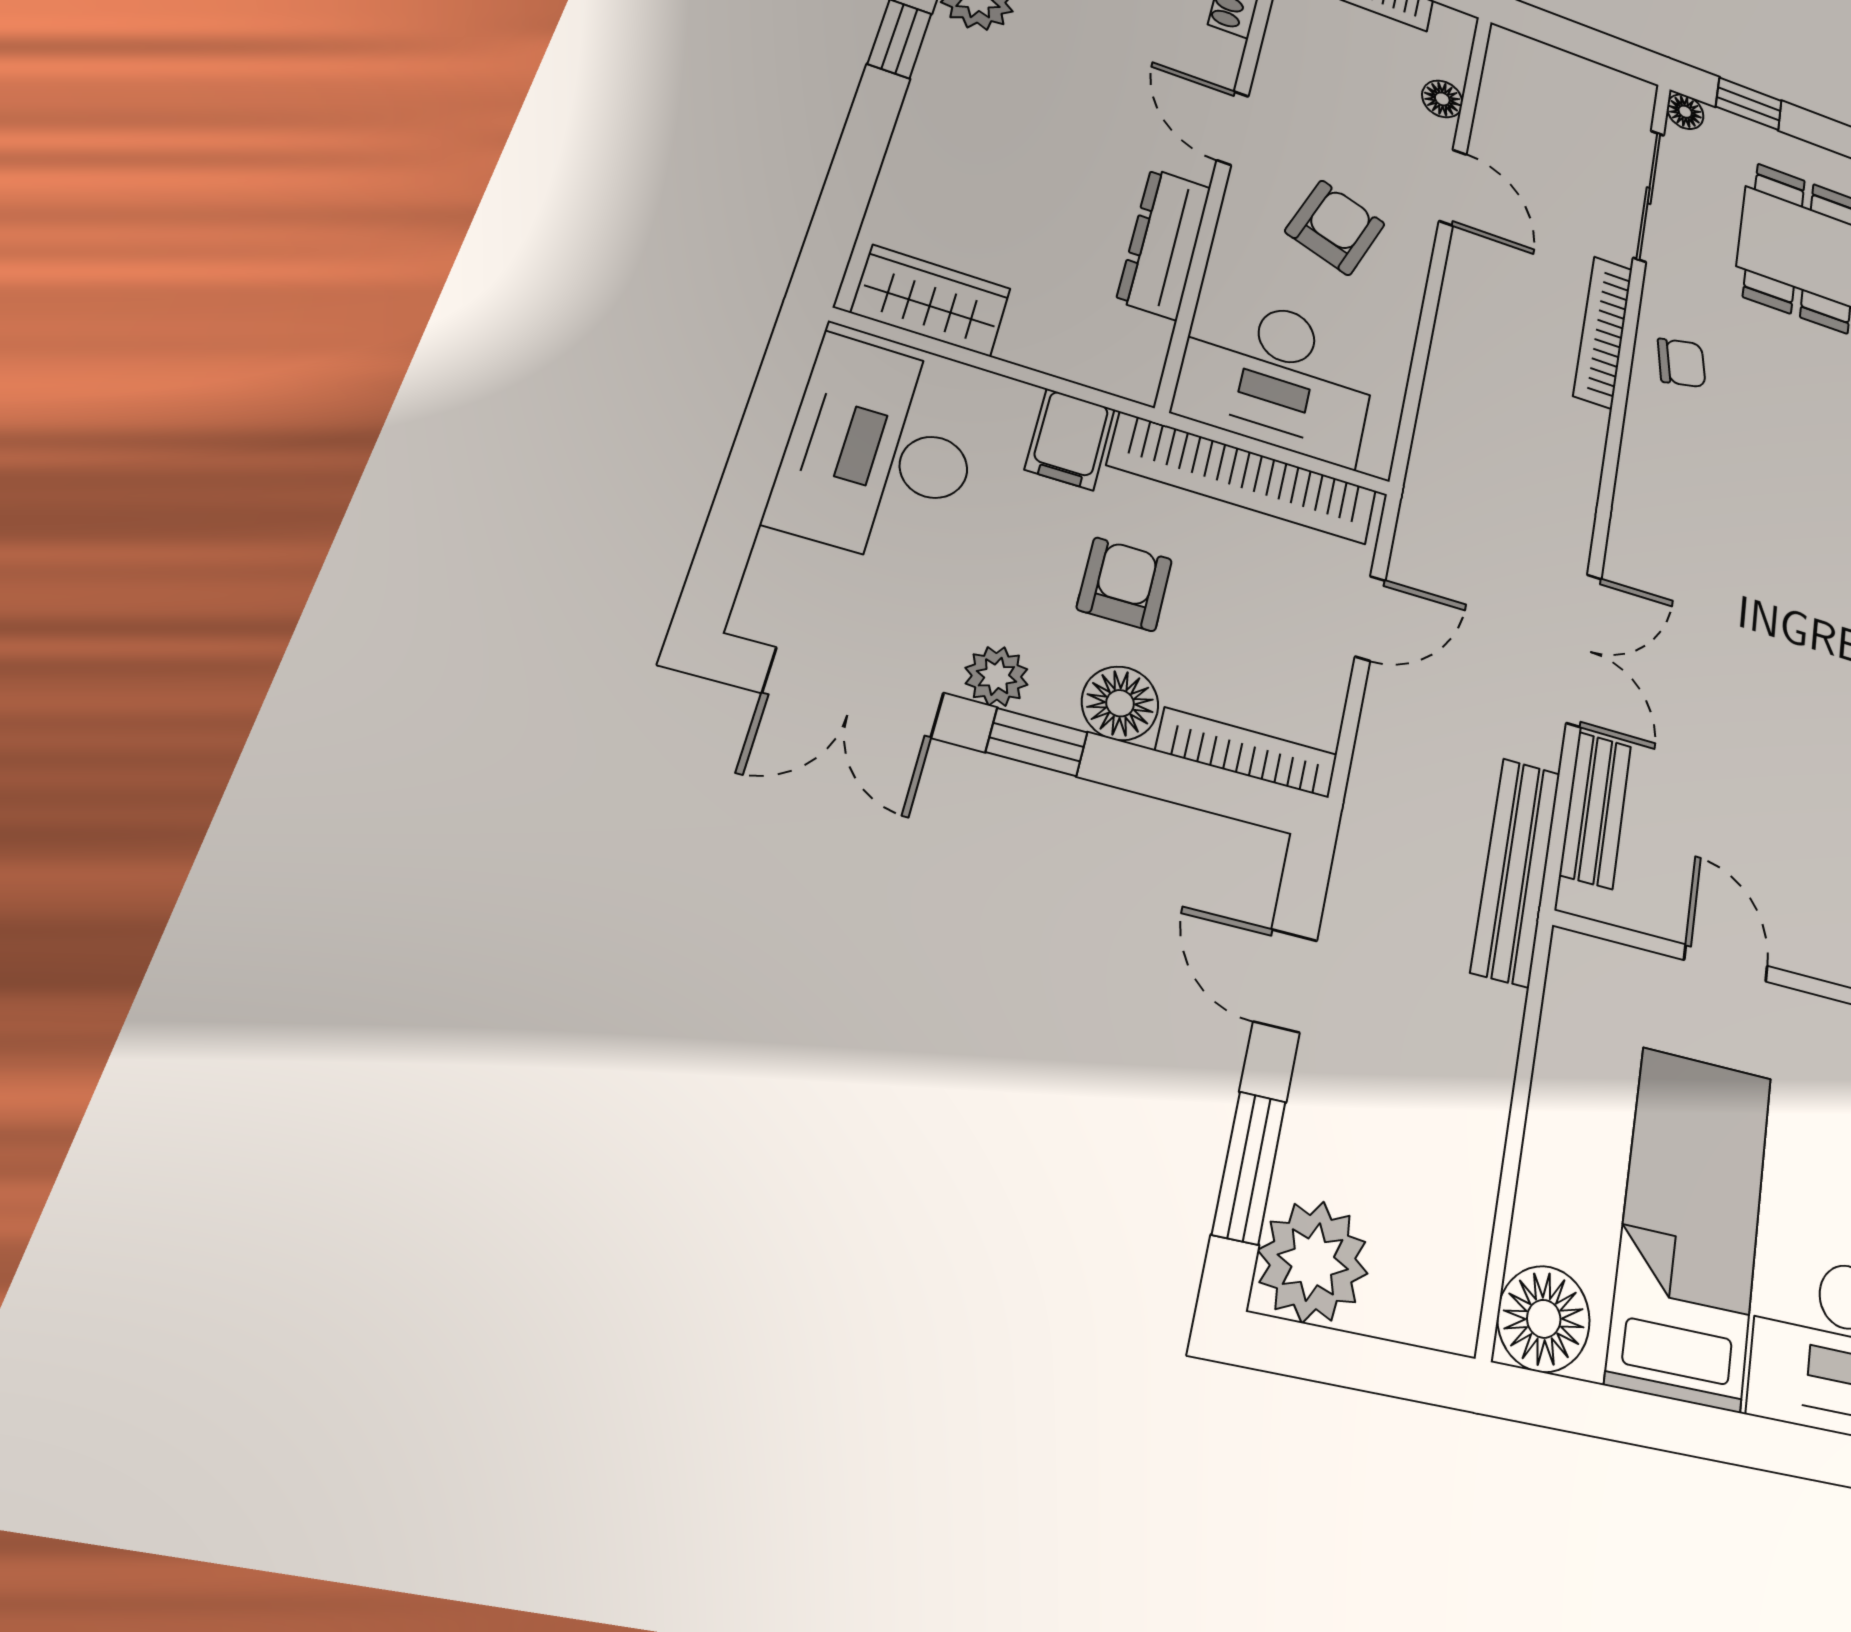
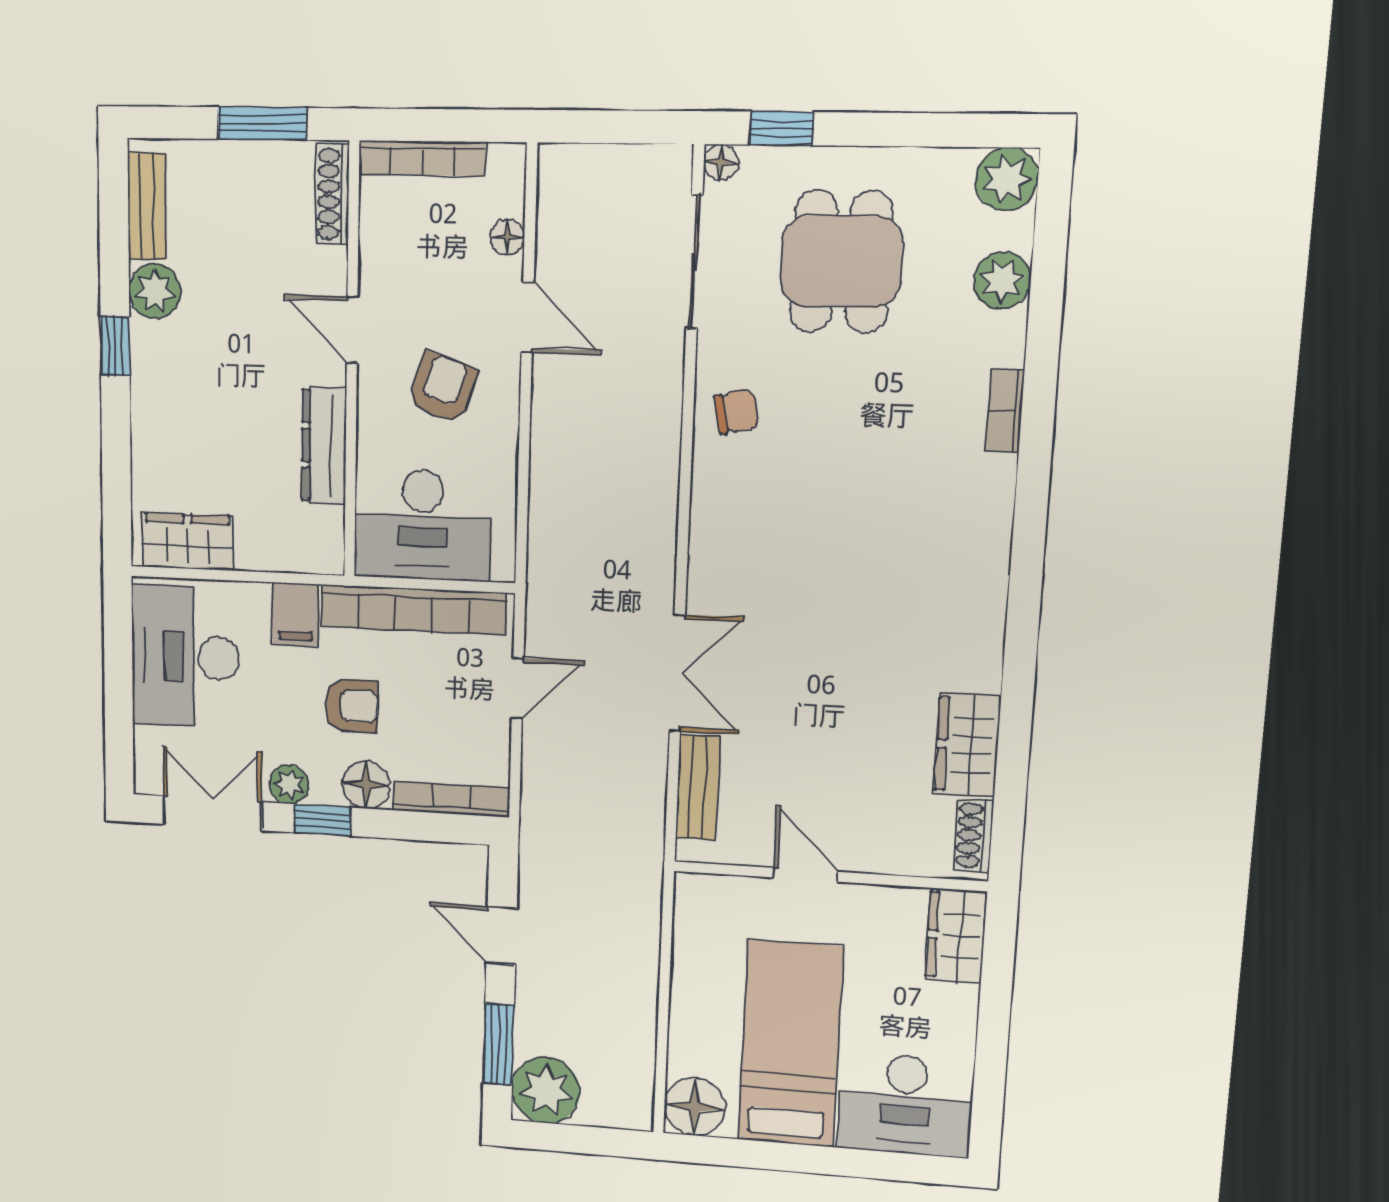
bookcase: (1603, 332) -> (666, 406), removed
armchair: (1125, 584) -> (352, 706), turned 90
double door: (854, 693) -> (212, 813), swing flipped
bench: (1516, 871) -> (644, 840), removed

